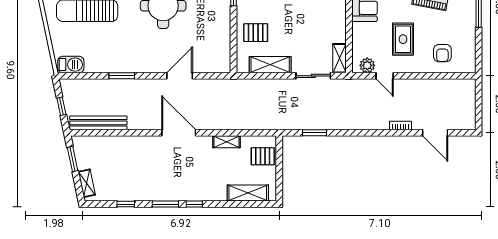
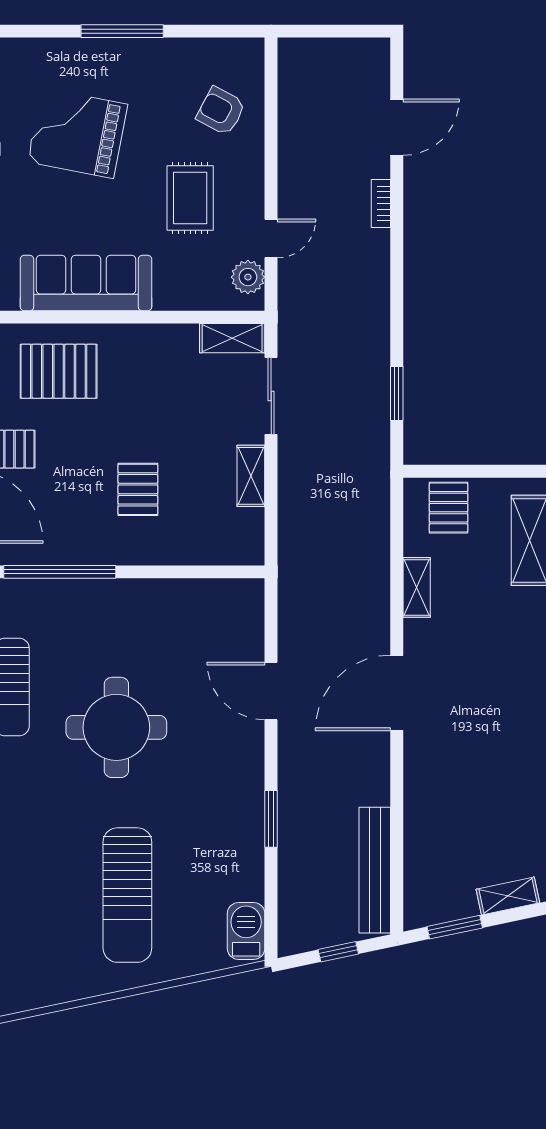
pallet: (256, 33) -> (138, 489), moved
rug: (403, 39) -> (190, 198), turned 90
armchair: (442, 53) -> (221, 111), turned -152
shelving: (270, 65) -> (251, 476), width x0.67, depth x0.75

